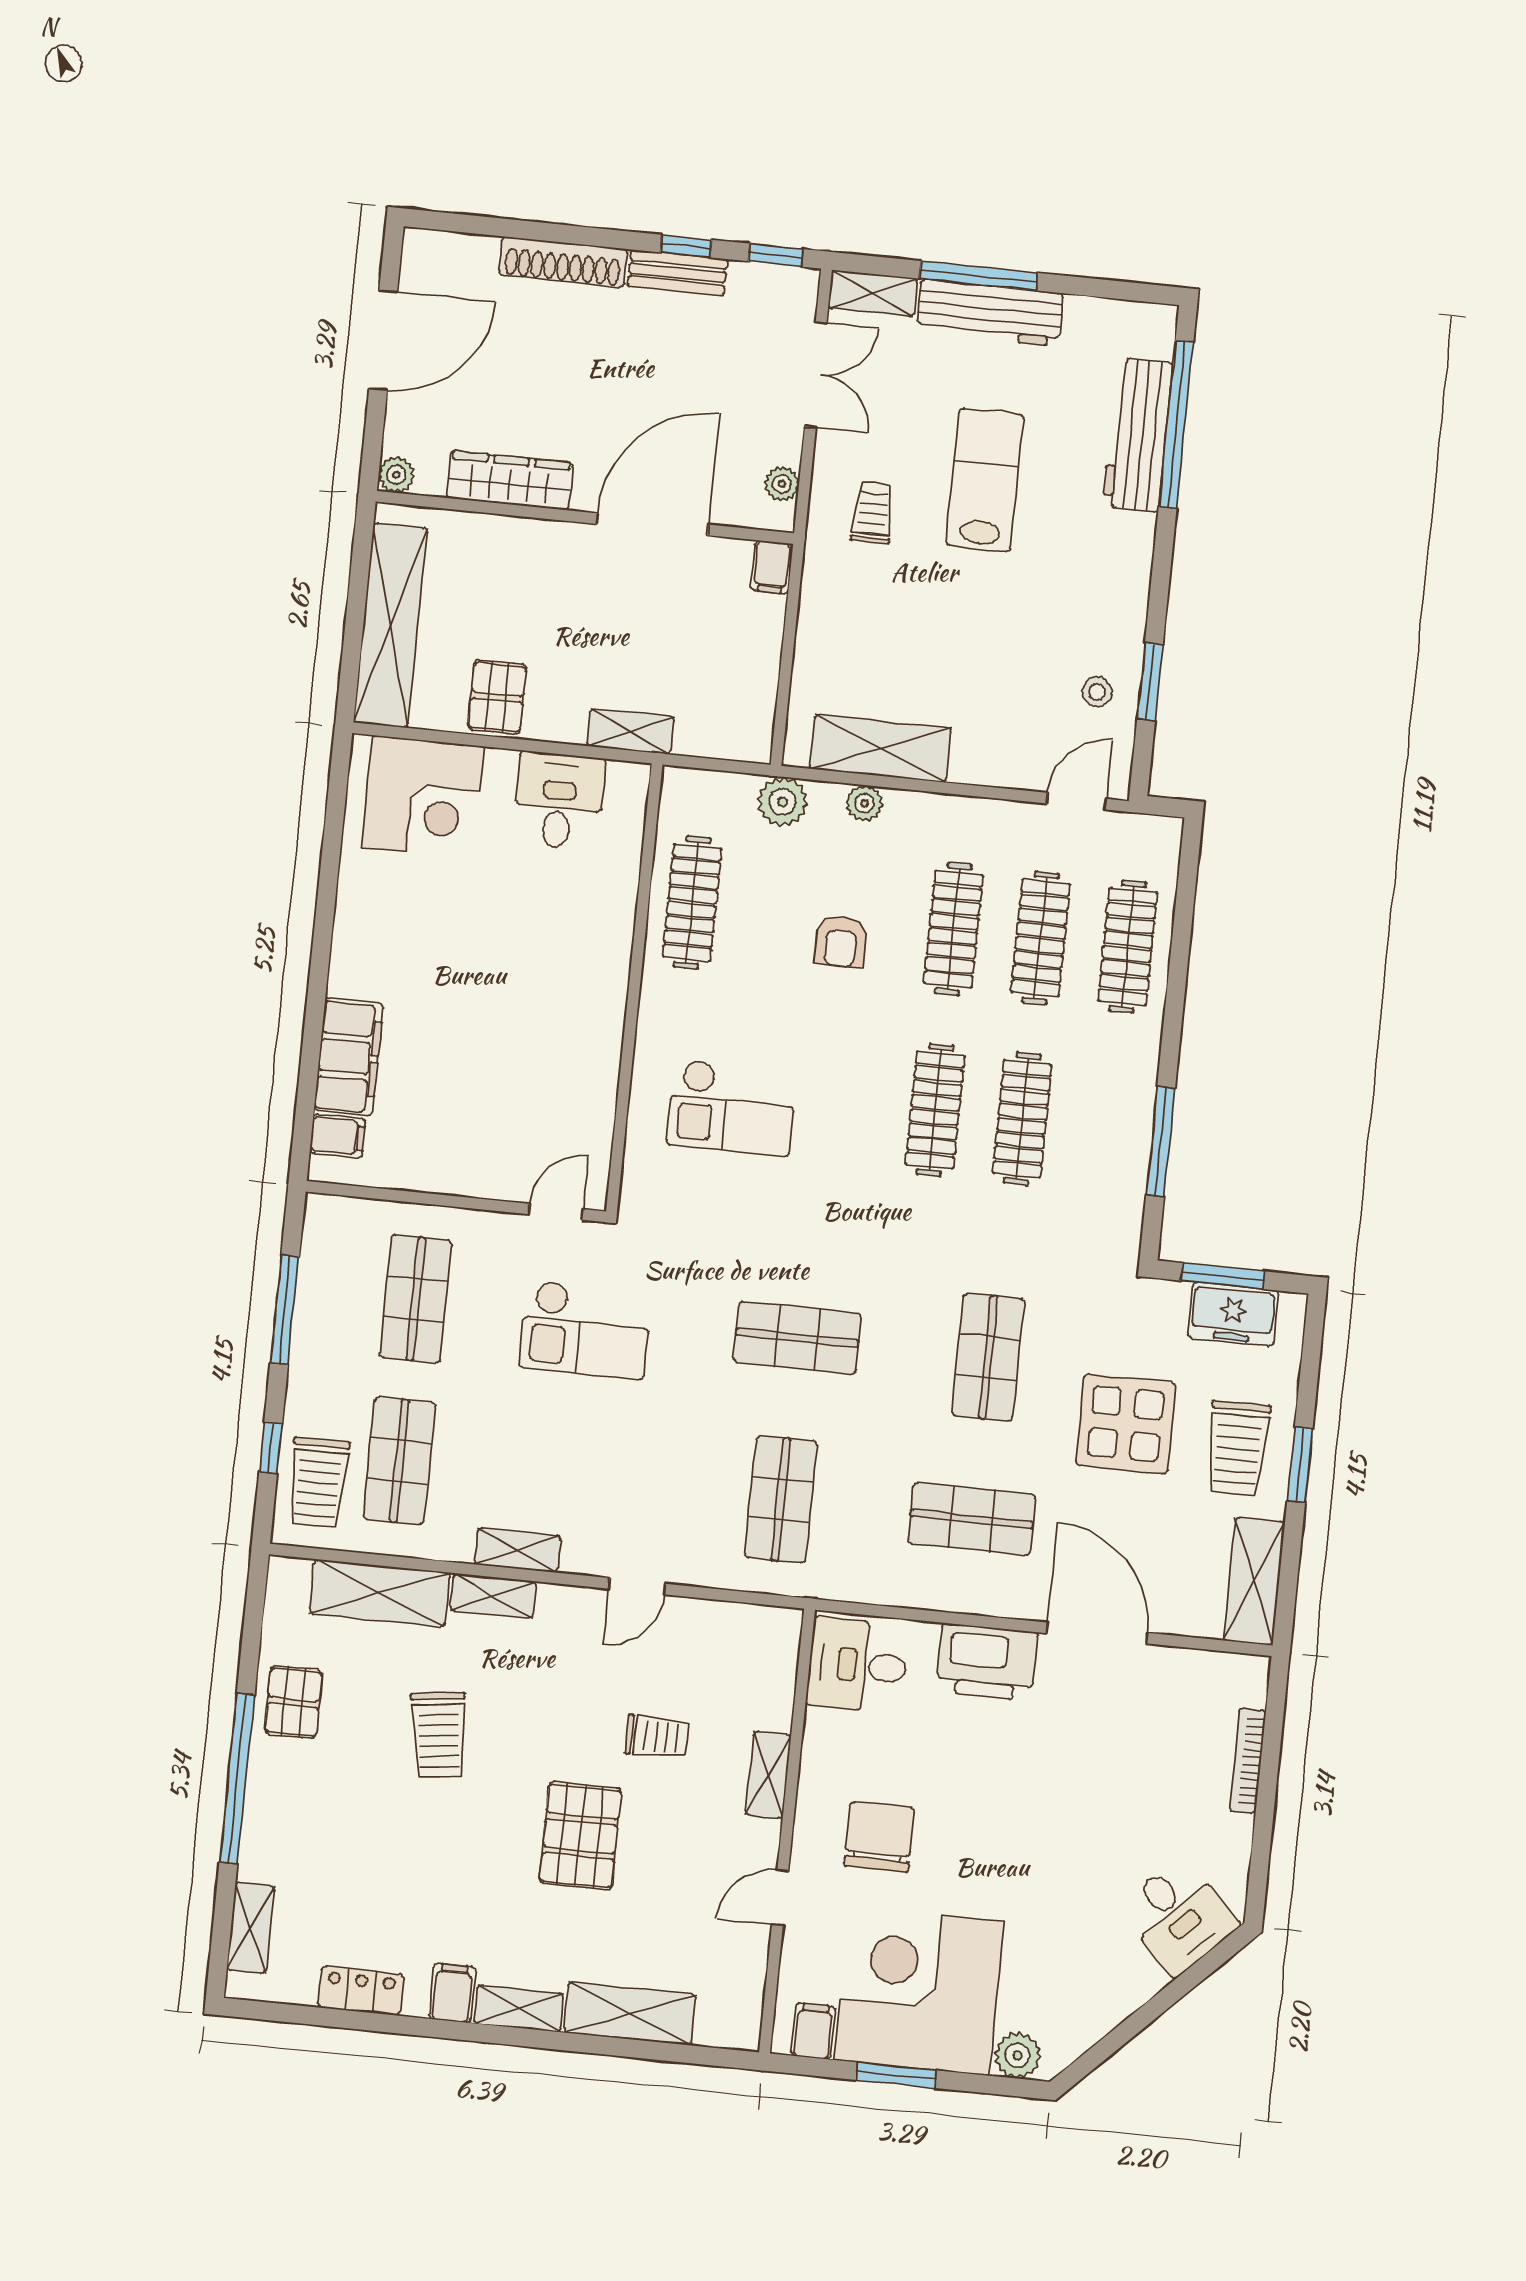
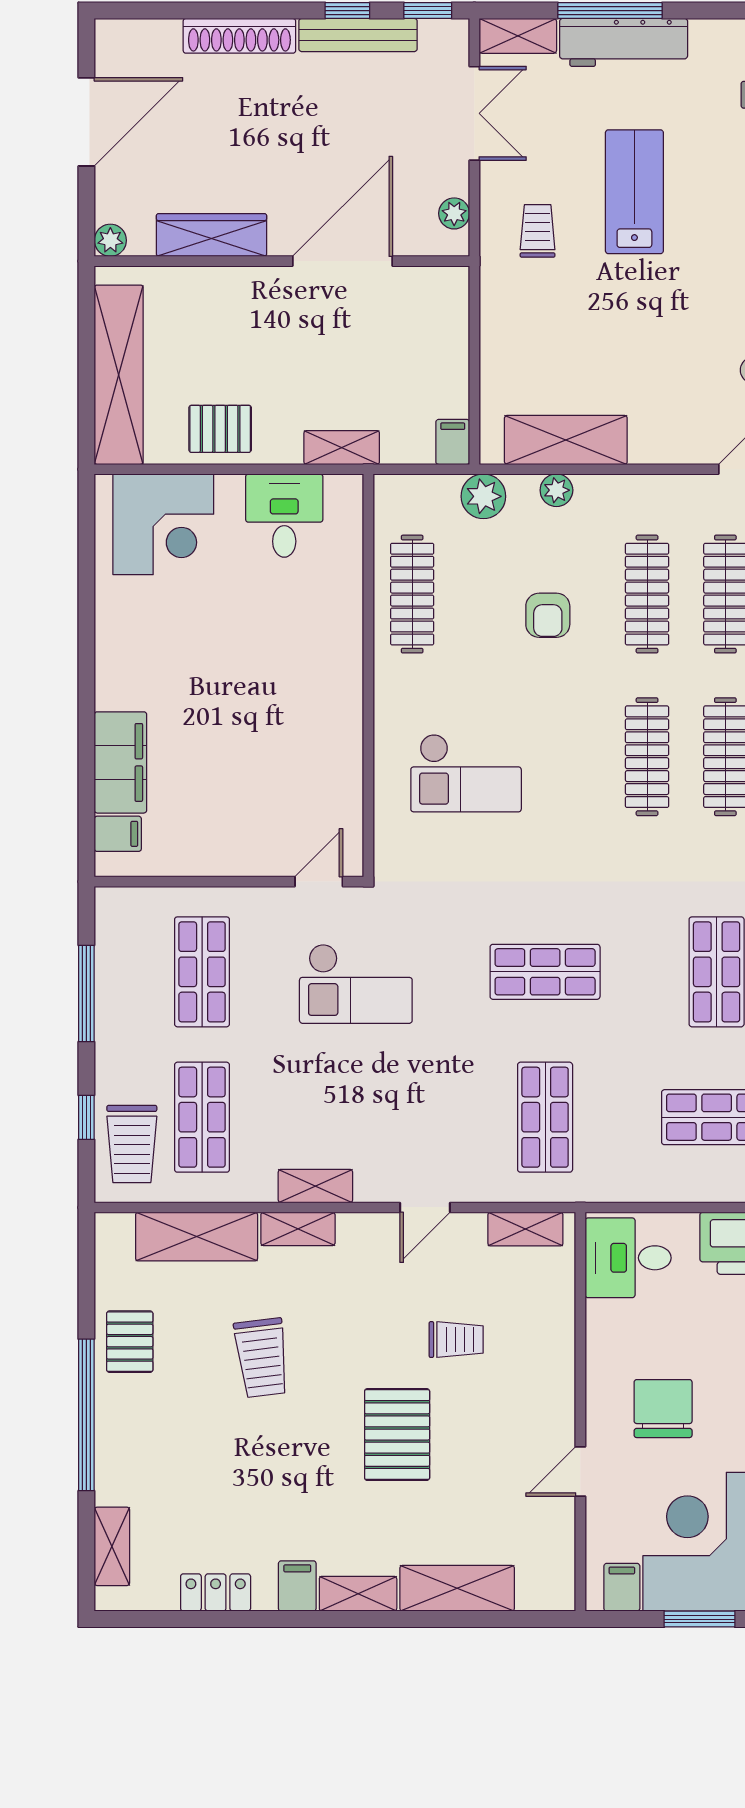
bench: (678, 273) -> (358, 35), width x1.36
filing cabinet: (772, 567) -> (453, 442), moved, turned 180
pallet: (497, 697) -> (220, 429), turned 90
shelving: (768, 1775) -> (525, 1229), moved, turned 90

